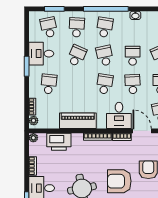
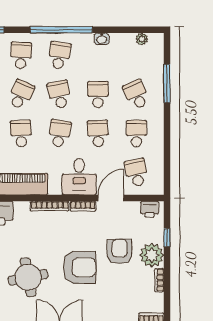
school desk: (77, 84) -> (21, 133), added
door: (142, 131) -> (111, 198), hinge flipped
armchair: (119, 181) -> (80, 267), turned 180

